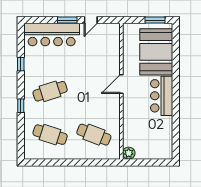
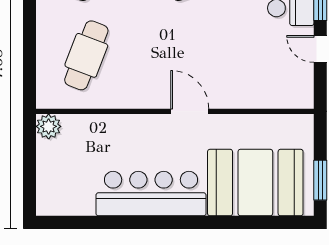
bar counter: (162, 96) -> (151, 194), width x1.36

